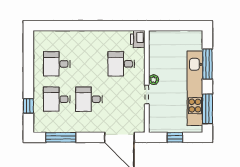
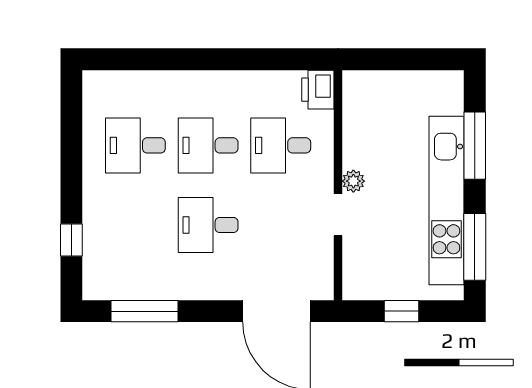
desk: (57, 99) -> (208, 145), moved

